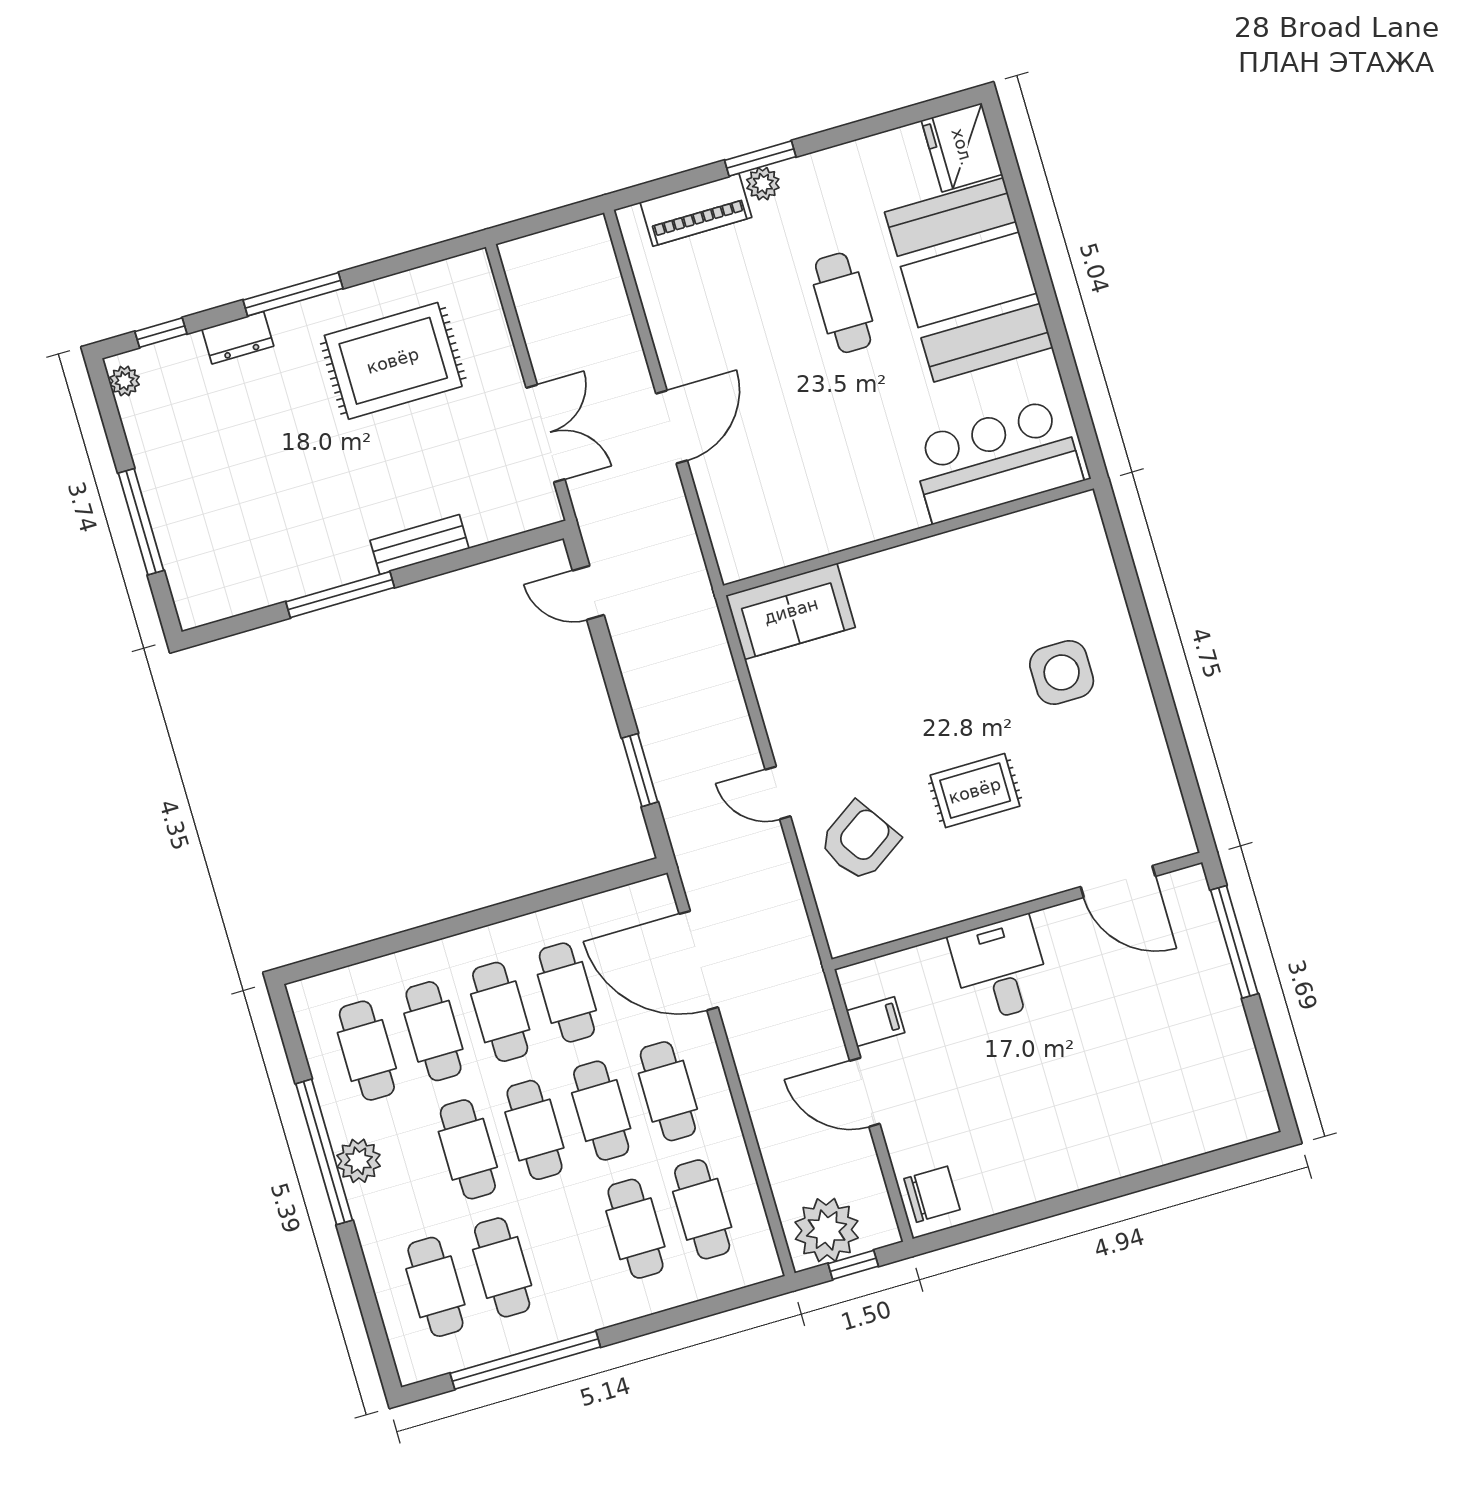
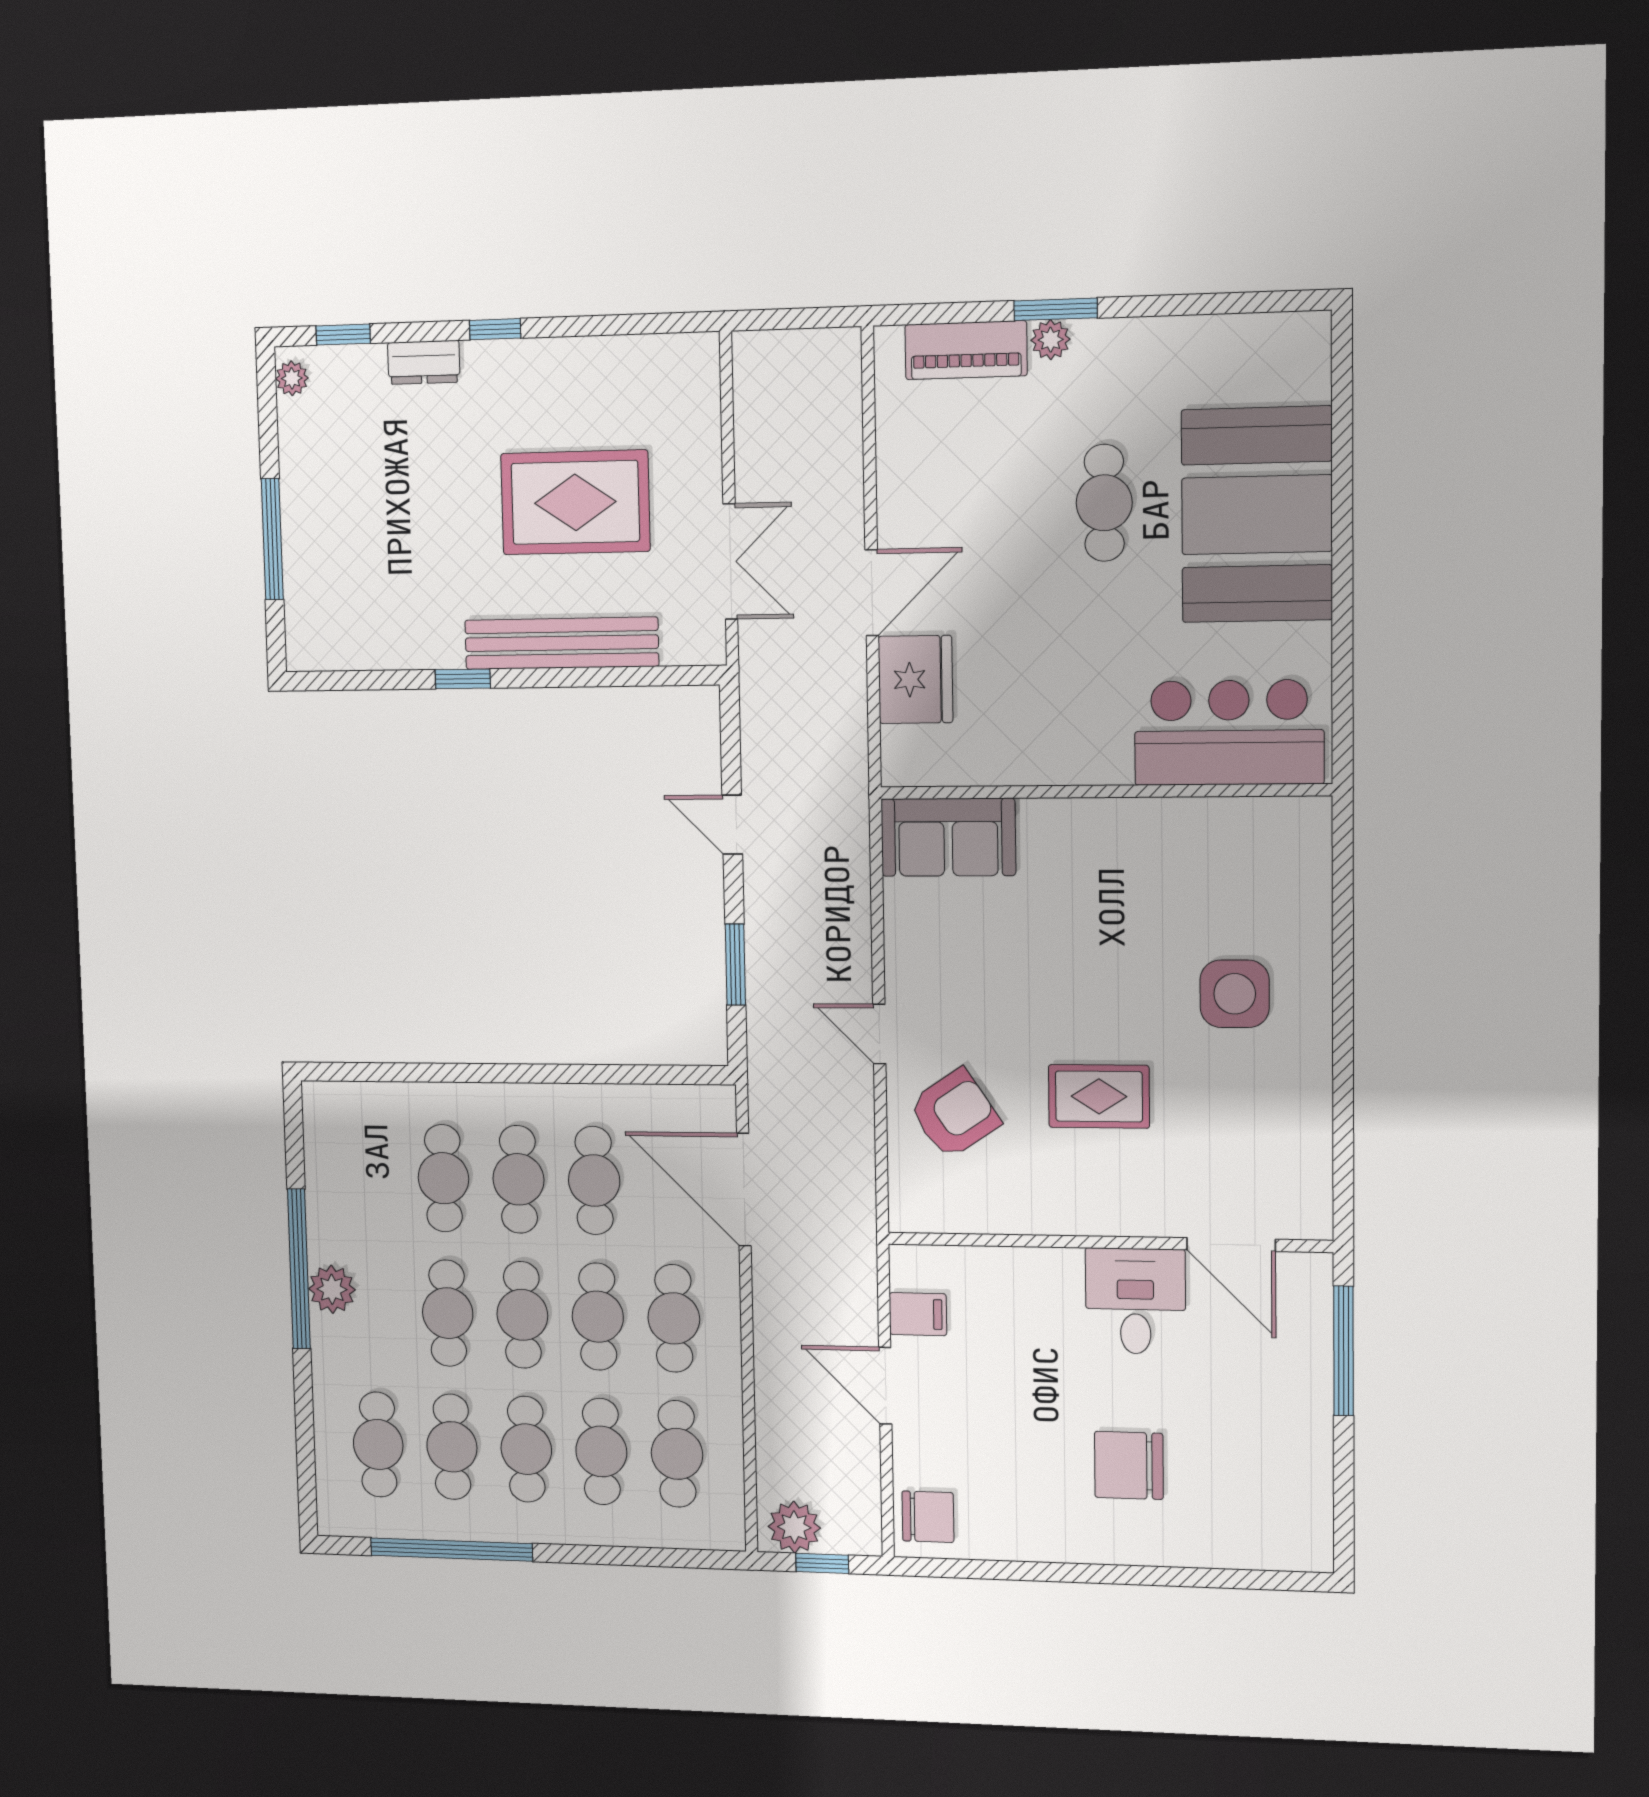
fridge: (962, 147) -> (915, 679), moved, turned 180
window: (293, 294) -> (495, 329), width x0.46
rug: (393, 361) -> (575, 502), moved
bench: (420, 545) -> (562, 643), width x1.86, depth x1.21
door: (588, 593) -> (732, 825), moved
window: (340, 595) -> (463, 679), width x0.46
desk: (1000, 969) -> (1135, 1301), moved
cafe table: (367, 1051) -> (526, 1449), moved
chair: (1087, 1095) -> (1129, 1465), added
plant: (827, 1230) -> (794, 1527), width x0.73, depth x0.73

